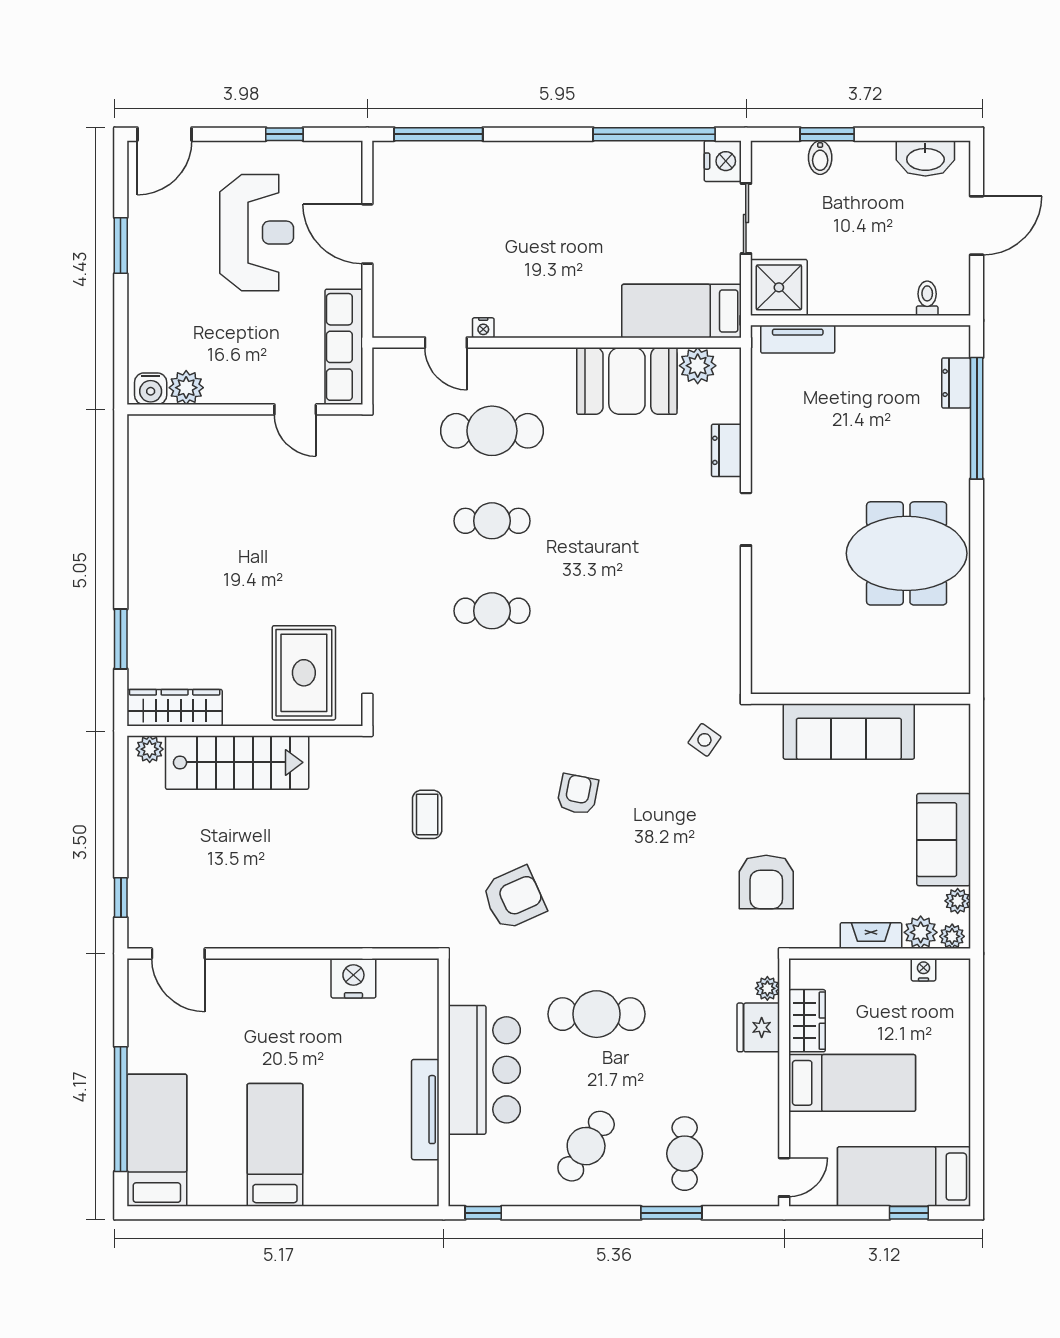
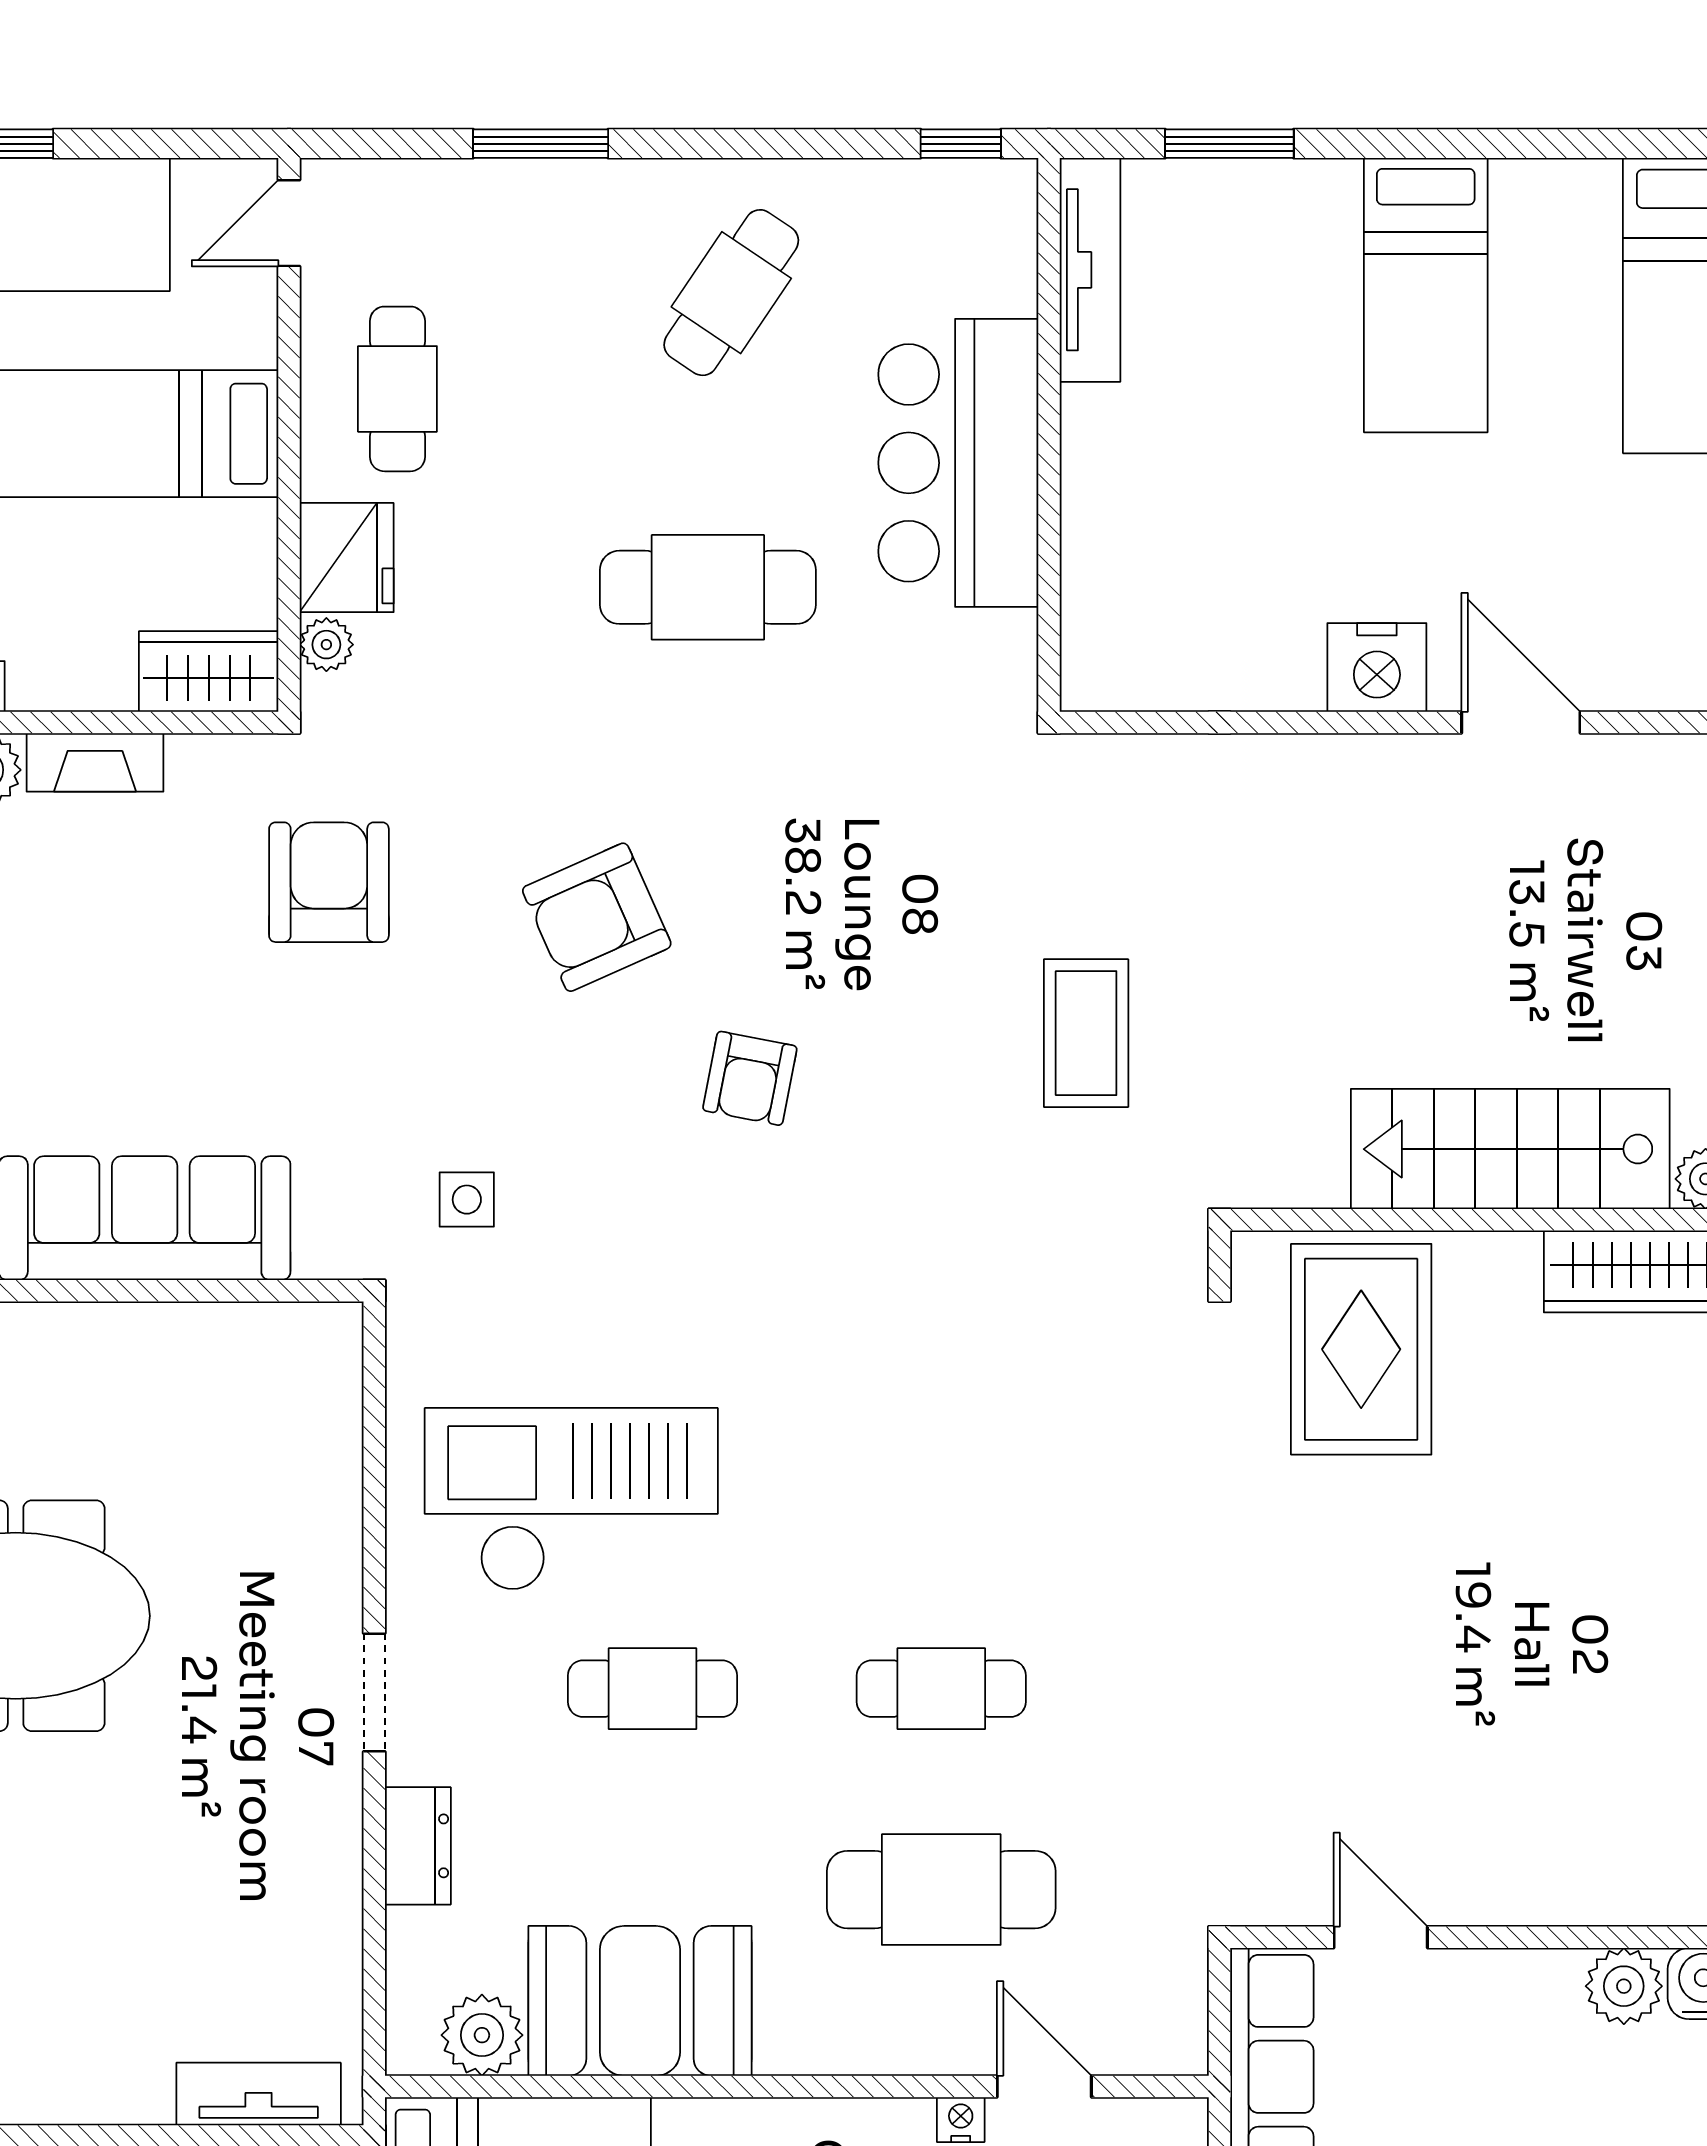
checkout: (658, 606) -> (571, 1499), added
cafe table: (492, 611) -> (652, 1689), moved
side table: (704, 740) -> (467, 1200), turned -35
coffee table: (427, 814) -> (1086, 1033), width x1.36, depth x1.30
armchair: (514, 898) -> (597, 917), moved
door: (178, 954) -> (1521, 723), moved
nightstand: (353, 978) -> (1377, 667), moved
wardrobe: (807, 1021) -> (209, 671), moved, turned 90
tv unit: (425, 1110) -> (1090, 270), moved
cafe table: (685, 1154) -> (397, 389), moved
window: (363, 1213) -> (1229, 144), added

